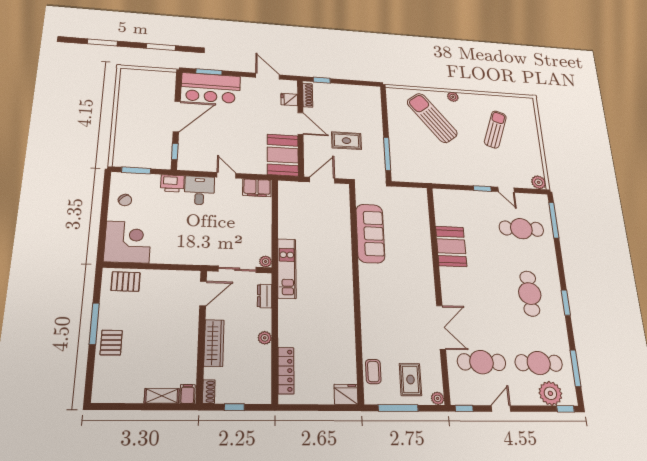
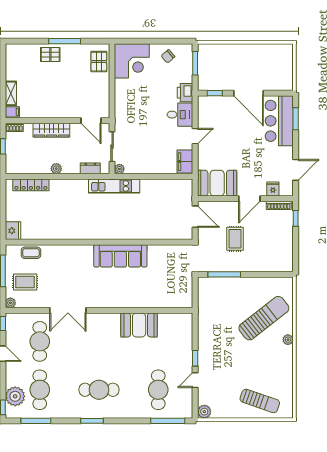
sun lounger: (495, 129) -> (260, 401), moved
sofa: (370, 233) -> (120, 256), moved

